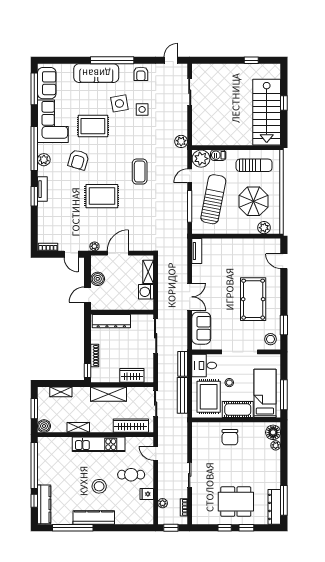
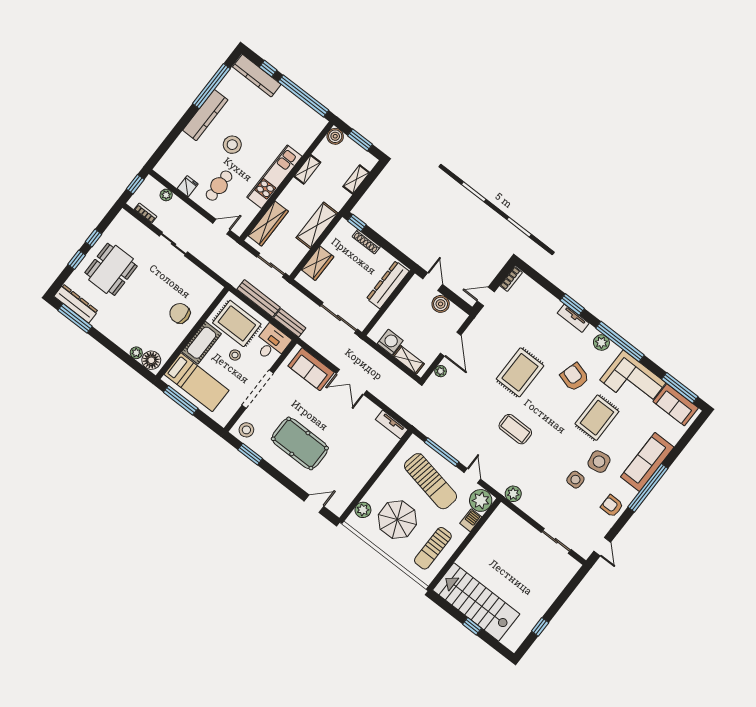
plant: (94, 246) -> (441, 371), moved

